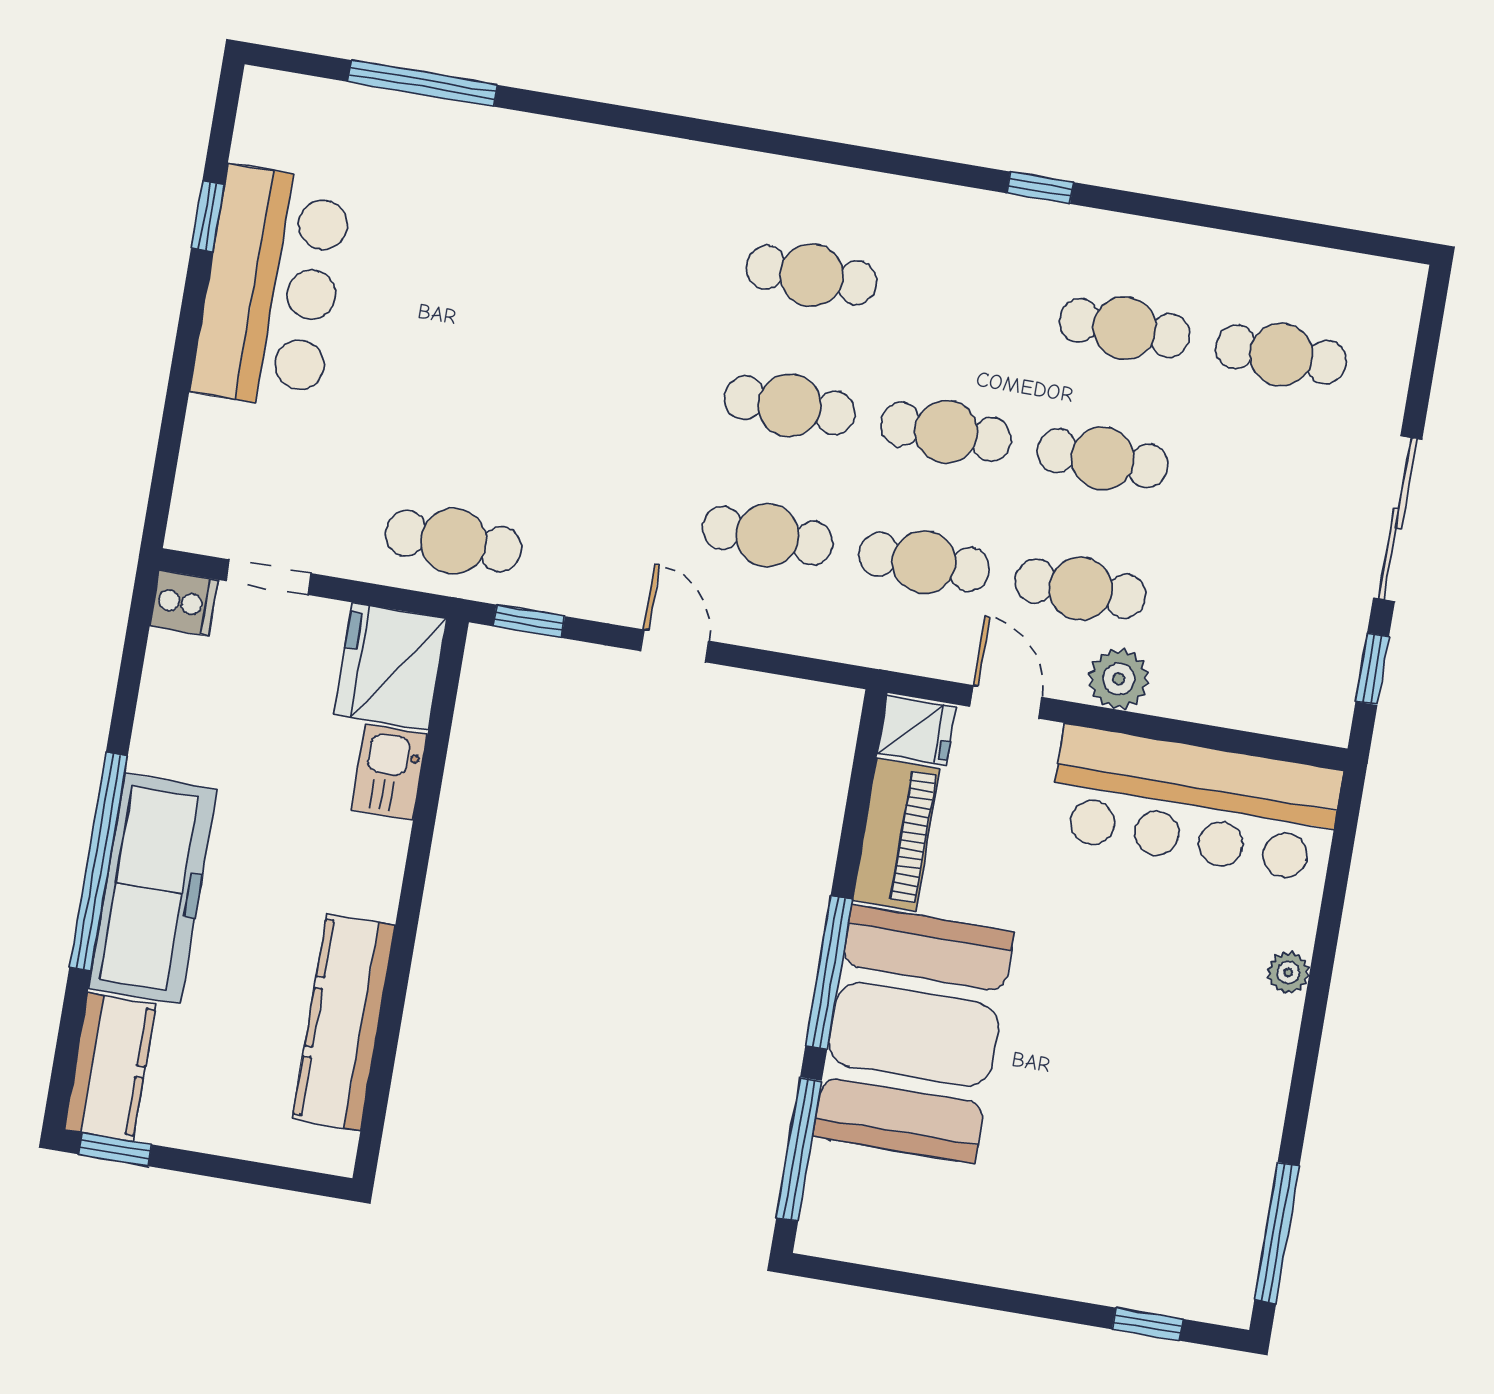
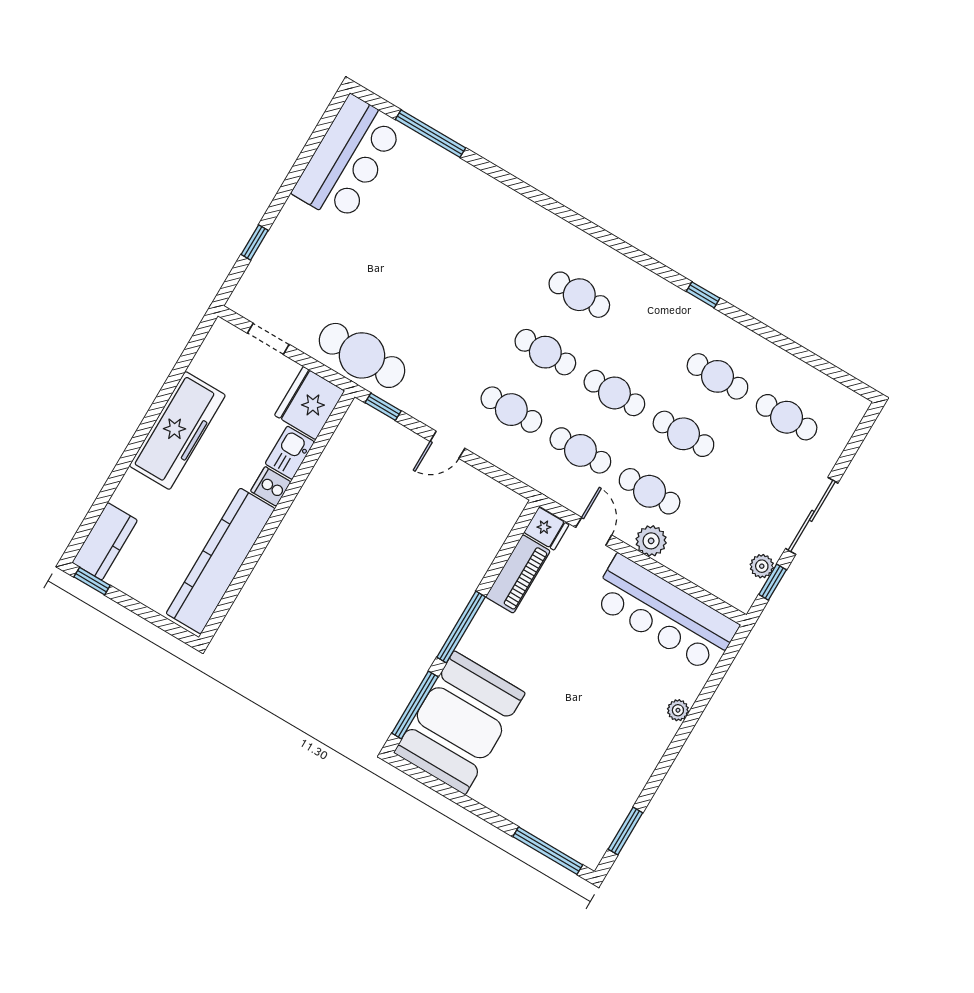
window: (208, 216) -> (255, 242), moved
bar counter: (272, 288) -> (348, 159), moved
cafe table: (454, 541) -> (362, 355), width x1.37, depth x1.35
cooker: (184, 603) -> (271, 486), moved, turned 180
door: (675, 646) -> (447, 445), swing flipped
plant: (1341, 647) -> (762, 566), added
window: (98, 862) -> (136, 442), removed
freezer: (153, 889) -> (177, 430), moved
kitchen counter: (344, 1022) -> (221, 561), width x1.39, depth x1.17
booth: (913, 1034) -> (459, 723), moved
window: (1277, 1233) -> (625, 831), width x0.69
window: (1148, 1324) -> (548, 851), width x2.17

